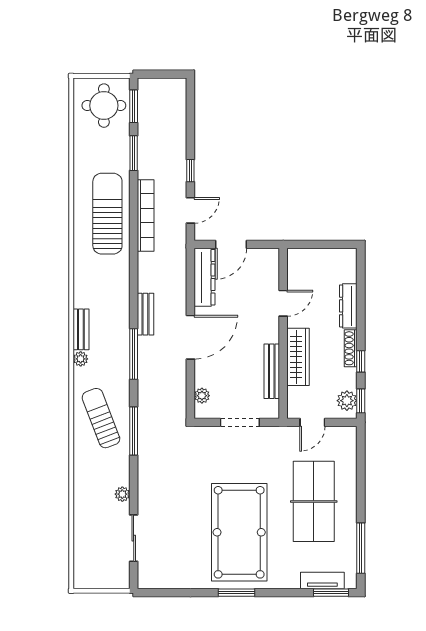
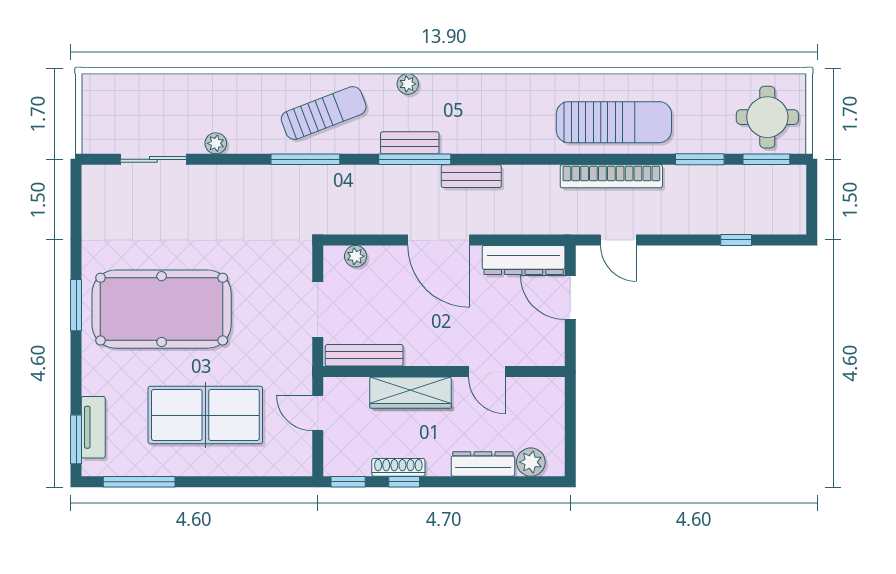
window: (190, 171) -> (736, 240), moved
bench: (81, 329) -> (410, 143), moved
shoe rack: (351, 348) -> (398, 467), moved
bench: (272, 371) -> (364, 355), moved
plant: (347, 401) -> (531, 462), moved

